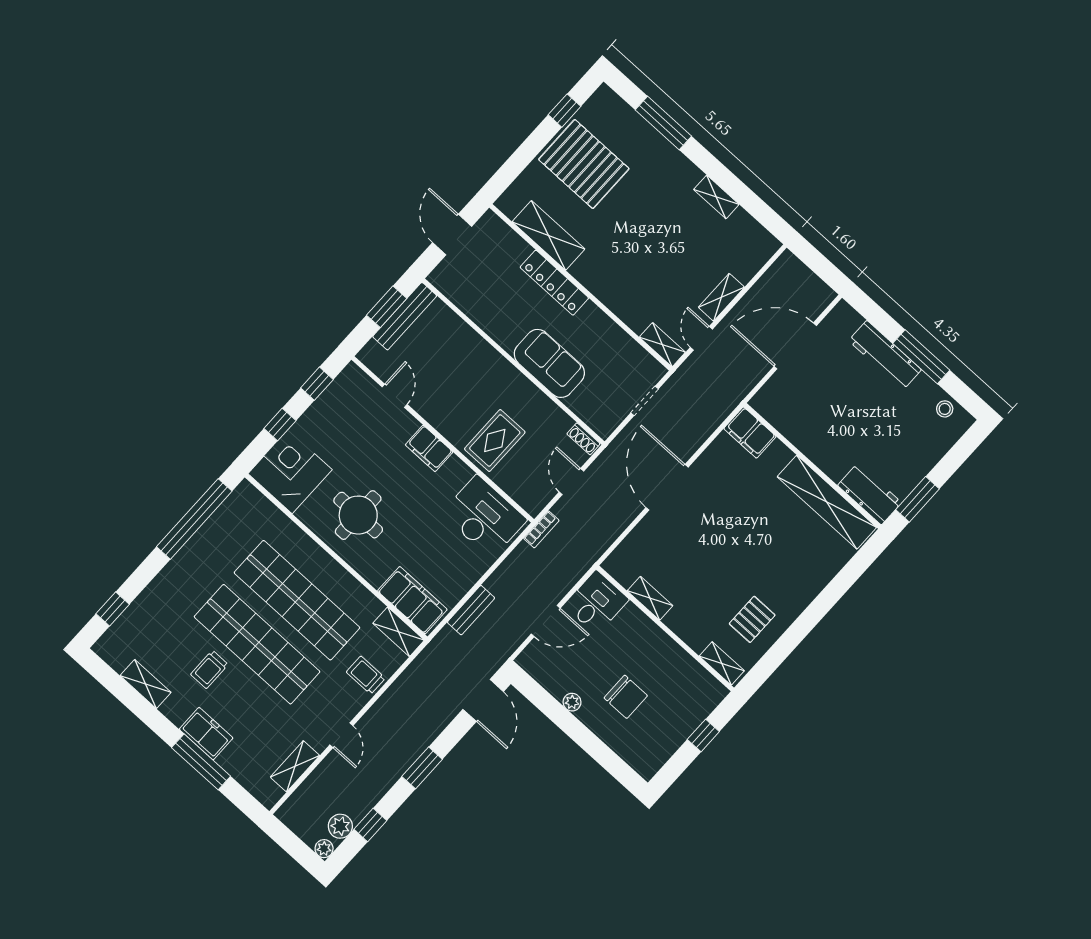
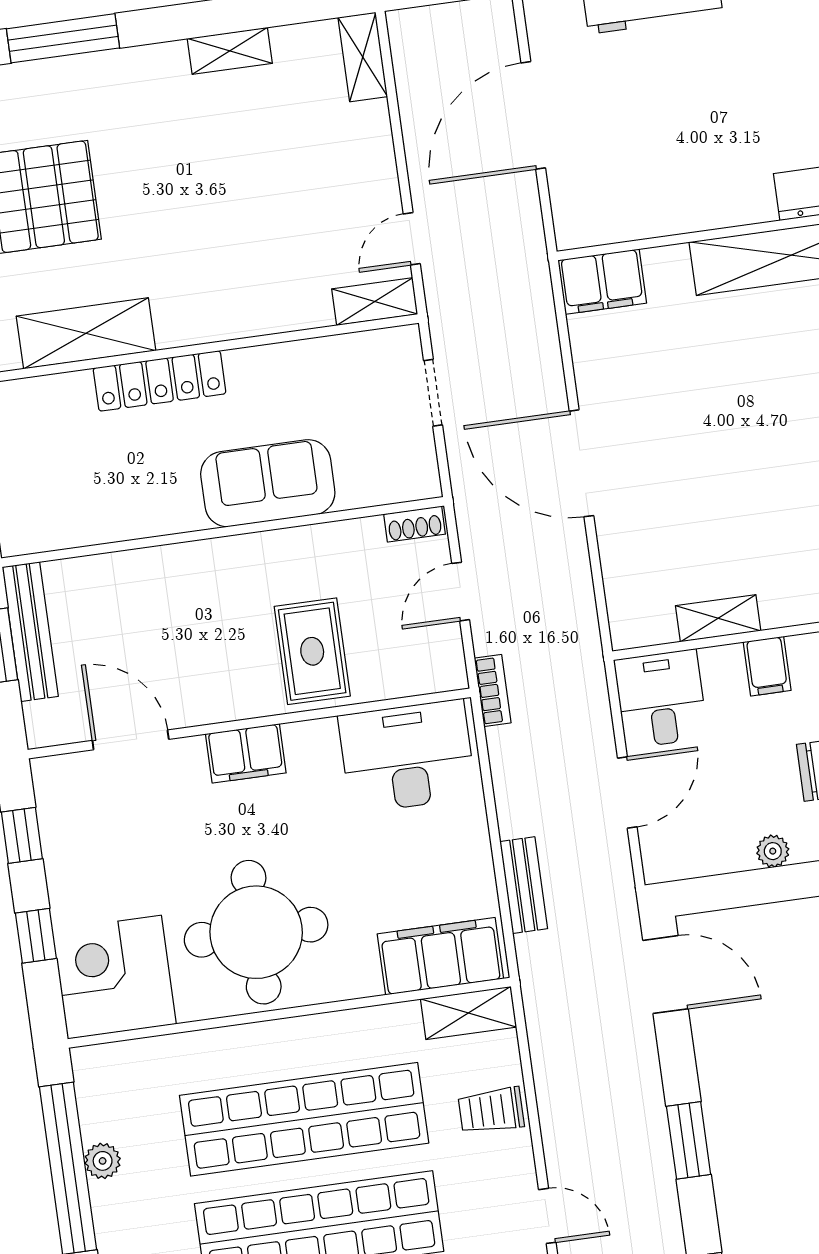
shelving: (721, 297) -> (363, 57), moved
door: (701, 338) -> (412, 239), hinge flipped
door: (395, 396) -> (131, 740), width x1.38
door: (571, 482) -> (461, 592), hinge flipped
round table: (358, 515) -> (256, 932), width x1.36, depth x1.36
plant: (209, 531) -> (103, 1161), added
filing cabinet: (647, 635) -> (767, 666), added

